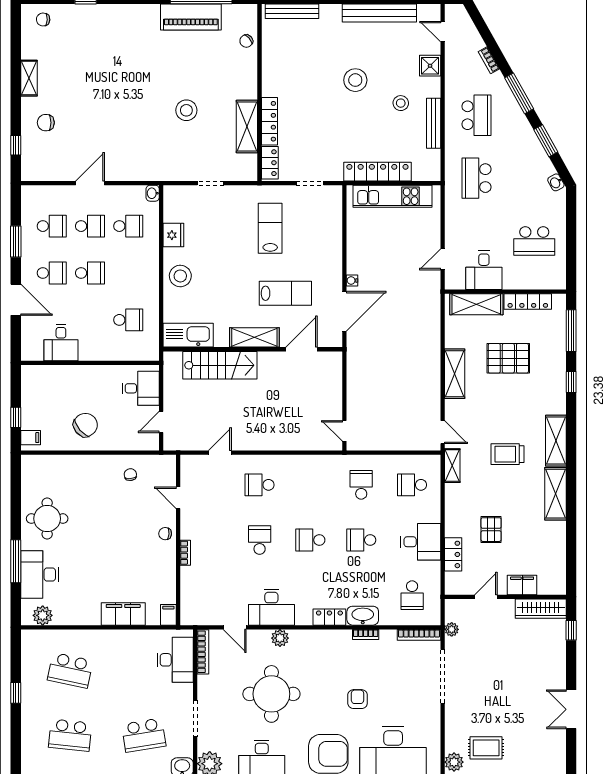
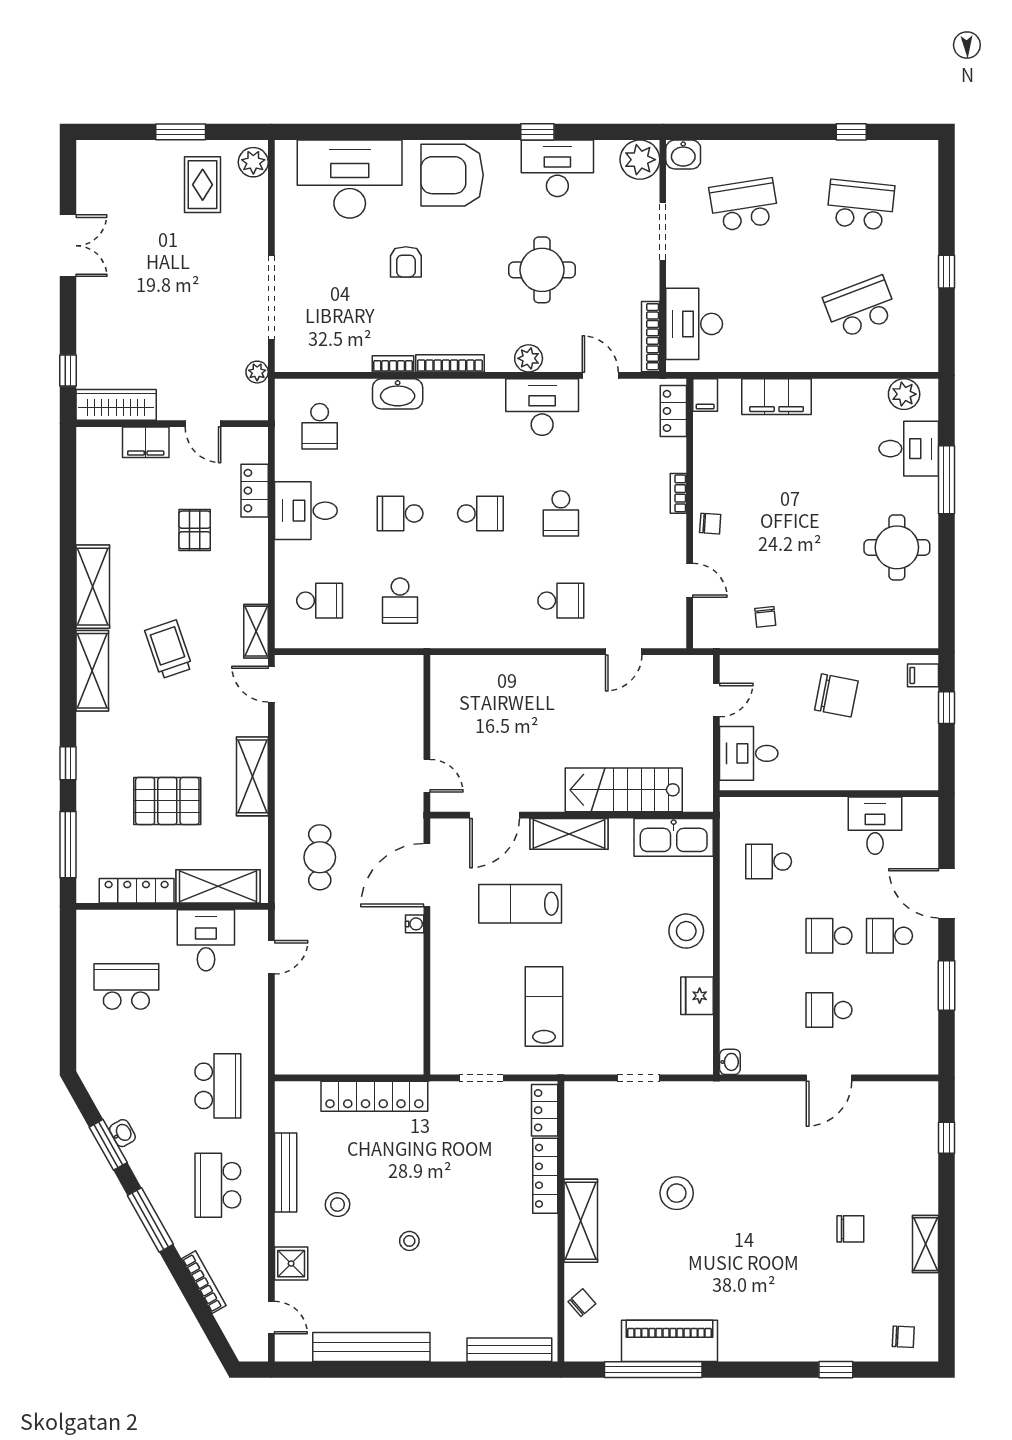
bookcase: (489, 60) -> (204, 1282), width x1.56
stool: (355, 80) -> (409, 1241), width x0.53, depth x0.53
chair: (46, 123) -> (850, 1229), moved
shelving: (247, 126) -> (581, 1221), moved
washbasin: (556, 182) -> (122, 1133), moved
kitchen unit: (393, 196) -> (351, 1057), removed
school desk: (52, 226) -> (890, 1010), removed
school desk: (128, 226) -> (769, 1010), removed
lab bench: (270, 228) -> (544, 1007), turned 180
cafe table: (412, 323) -> (320, 857), added
chair: (85, 425) -> (836, 695), turned -129
door: (344, 431) -> (427, 776), moved
trolley: (508, 454) -> (169, 649), turned -109
school desk: (361, 540) -> (400, 513), turned 180
desk: (40, 574) -> (909, 449), width x0.73
school desk: (412, 595) -> (320, 426), turned 180
door: (486, 597) -> (203, 424), hinge flipped
locker: (329, 617) -> (673, 411), moved, turned 90
bookcase: (419, 635) -> (450, 363), moved
school desk: (70, 670) -> (860, 307), turned -33
round table: (271, 694) -> (542, 270), width x0.73, depth x0.73
rug: (486, 748) -> (203, 185), turned 90

